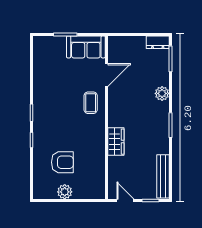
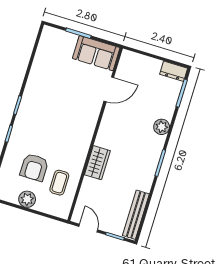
coffee table: (91, 103) -> (59, 183), moved
armchair: (62, 162) -> (34, 167), turned 90

